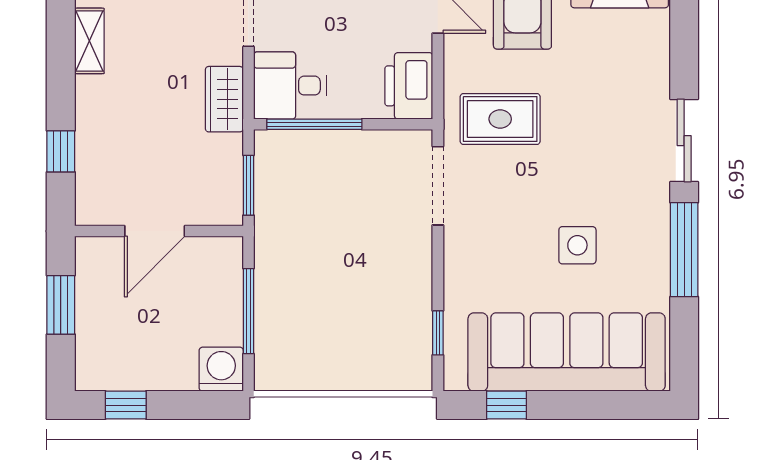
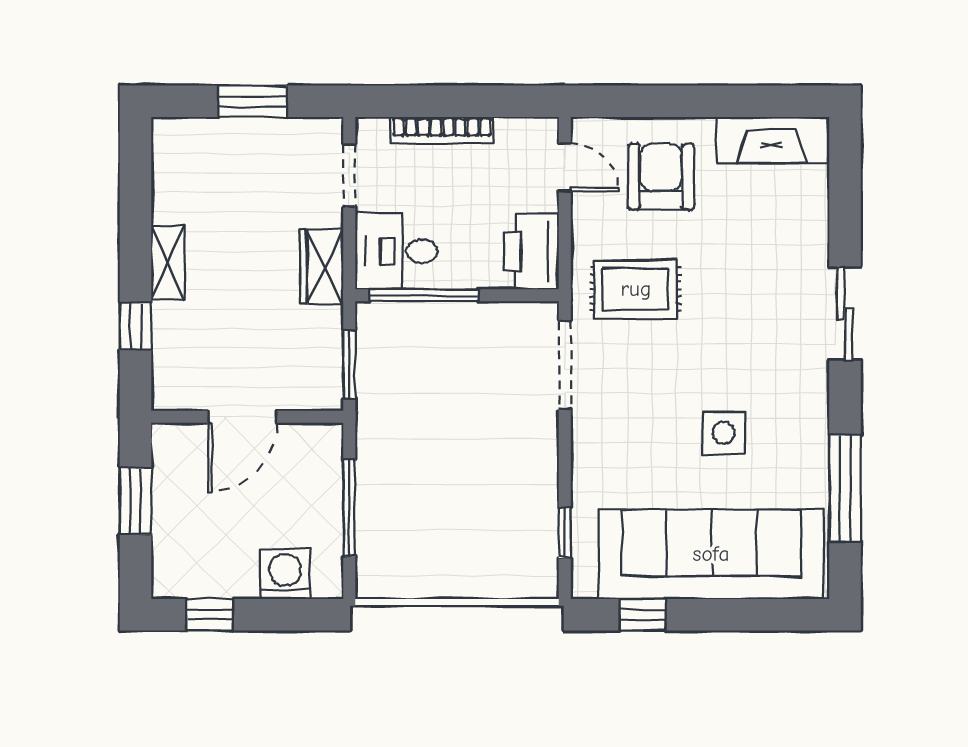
shelving: (89, 41) -> (168, 263), moved
window: (684, 250) -> (845, 488), moved
washing machine: (221, 369) -> (285, 574), moved

